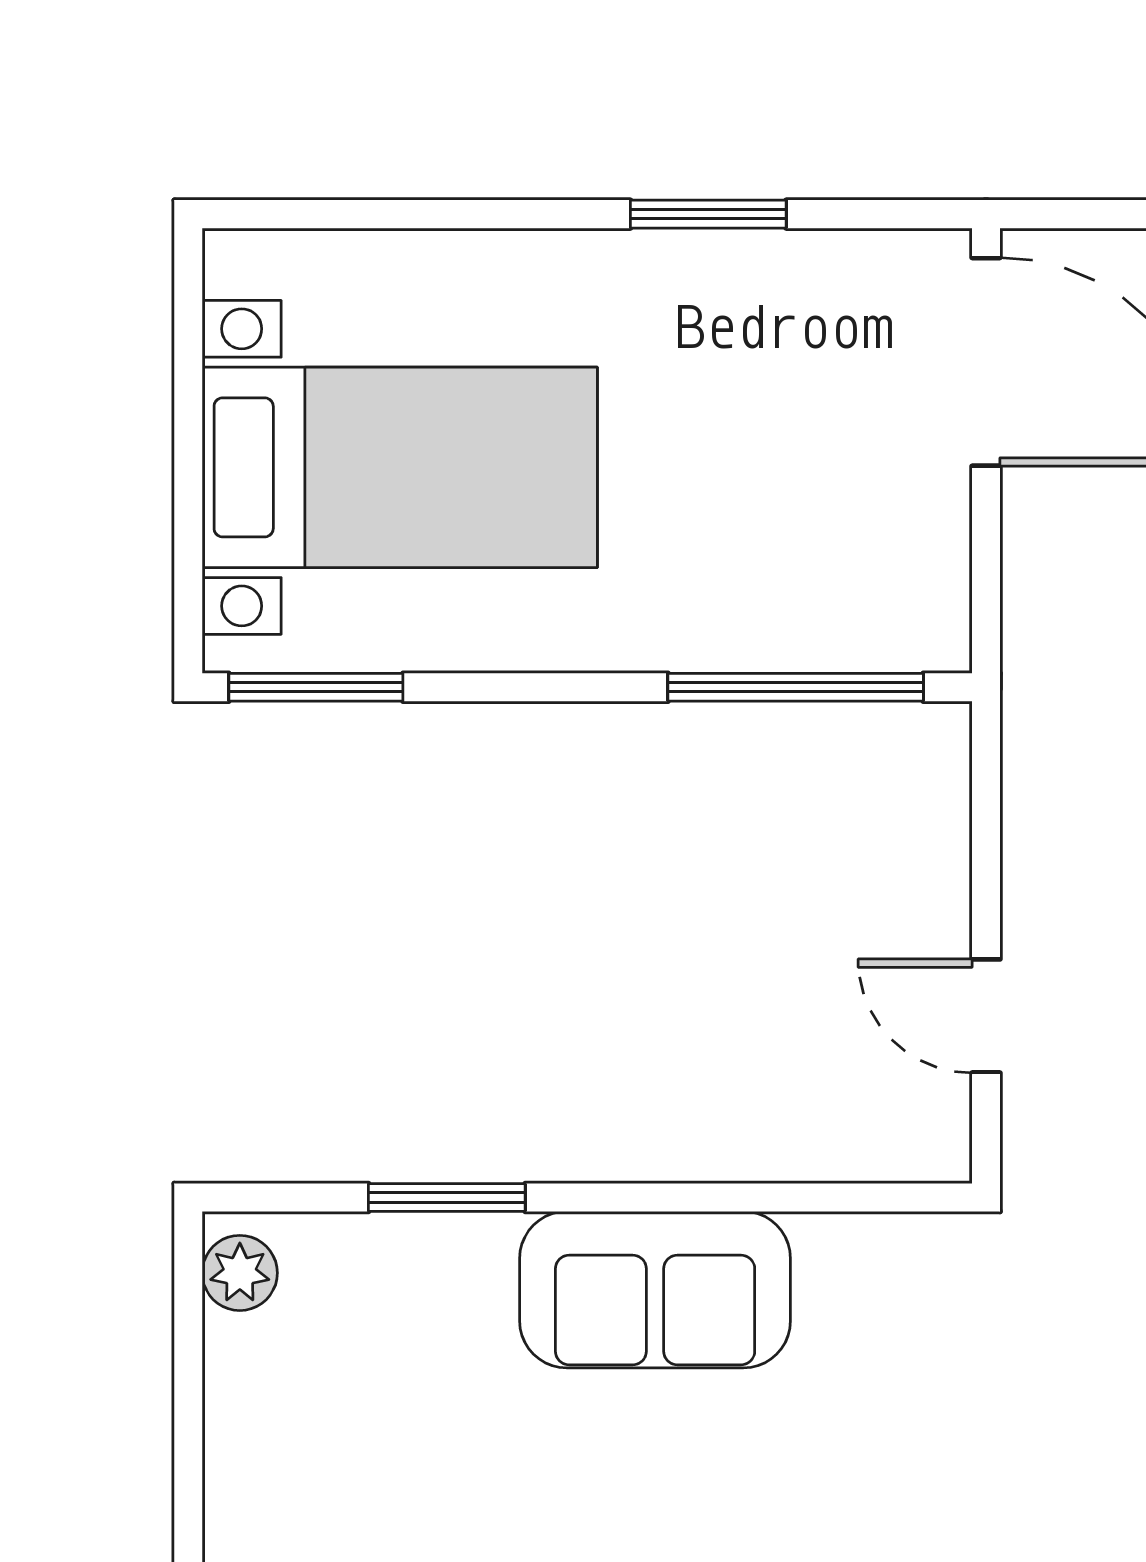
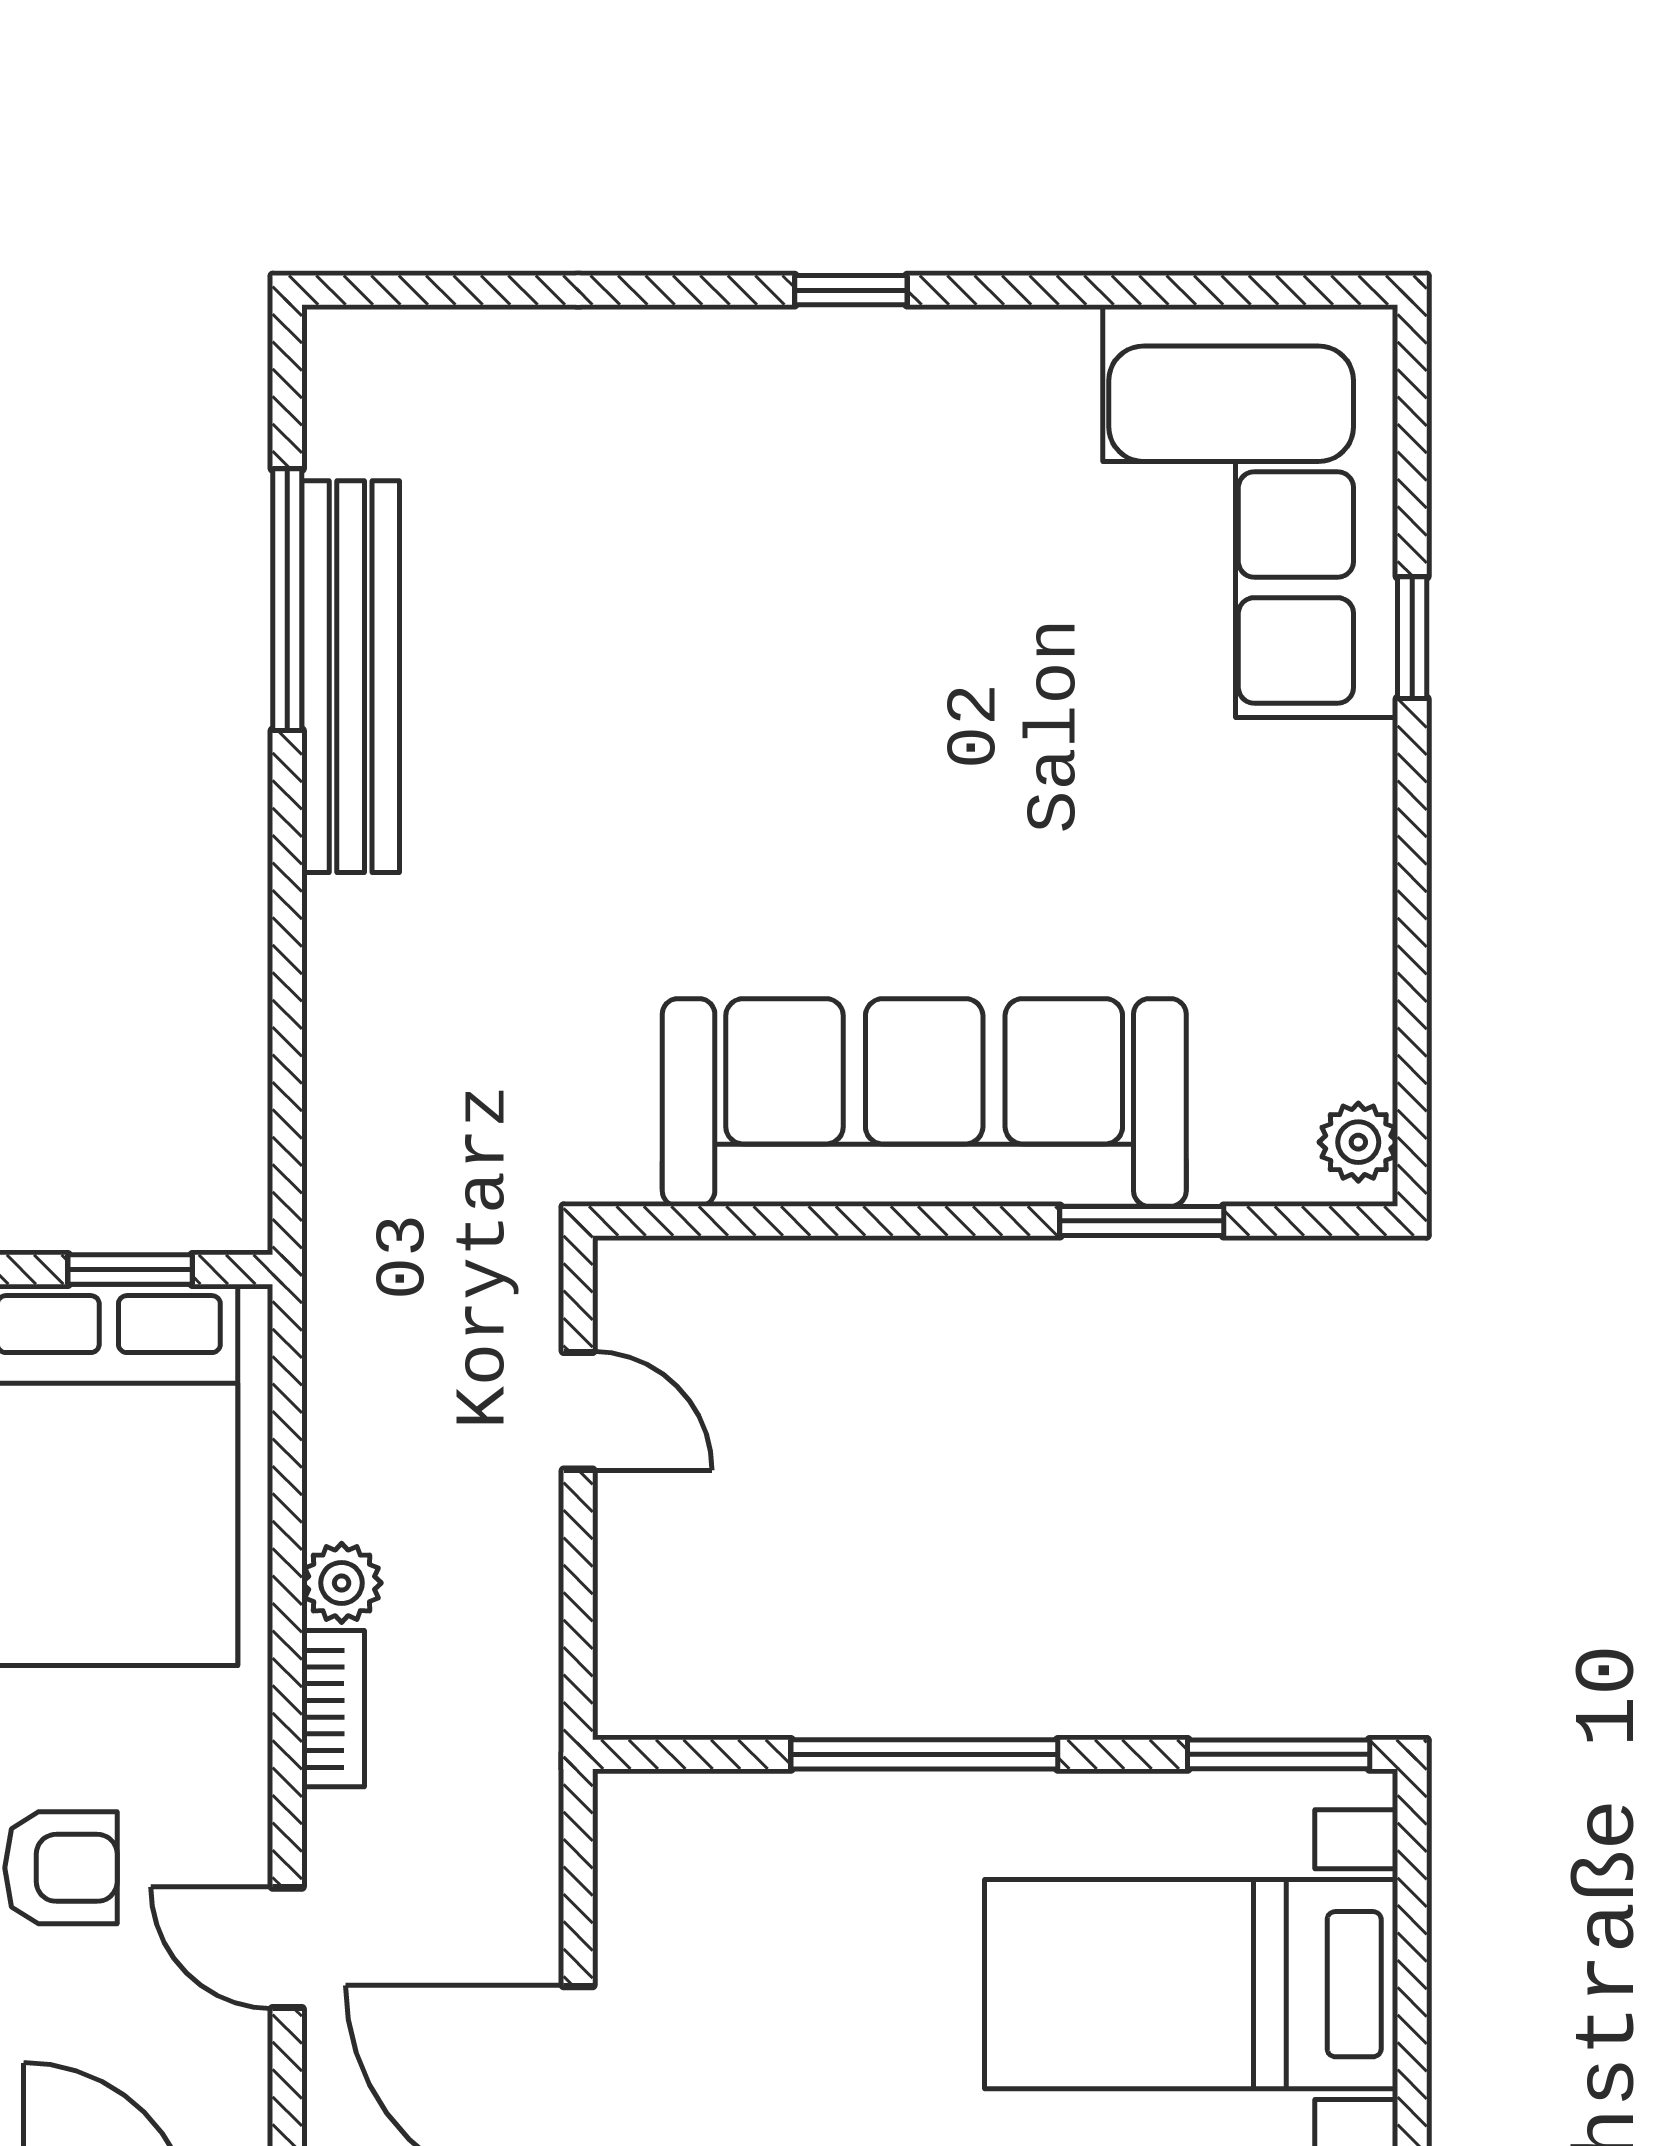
window: (796, 687) -> (924, 1754), moved
sofa: (655, 1290) -> (924, 1102), width x1.85, depth x1.27

